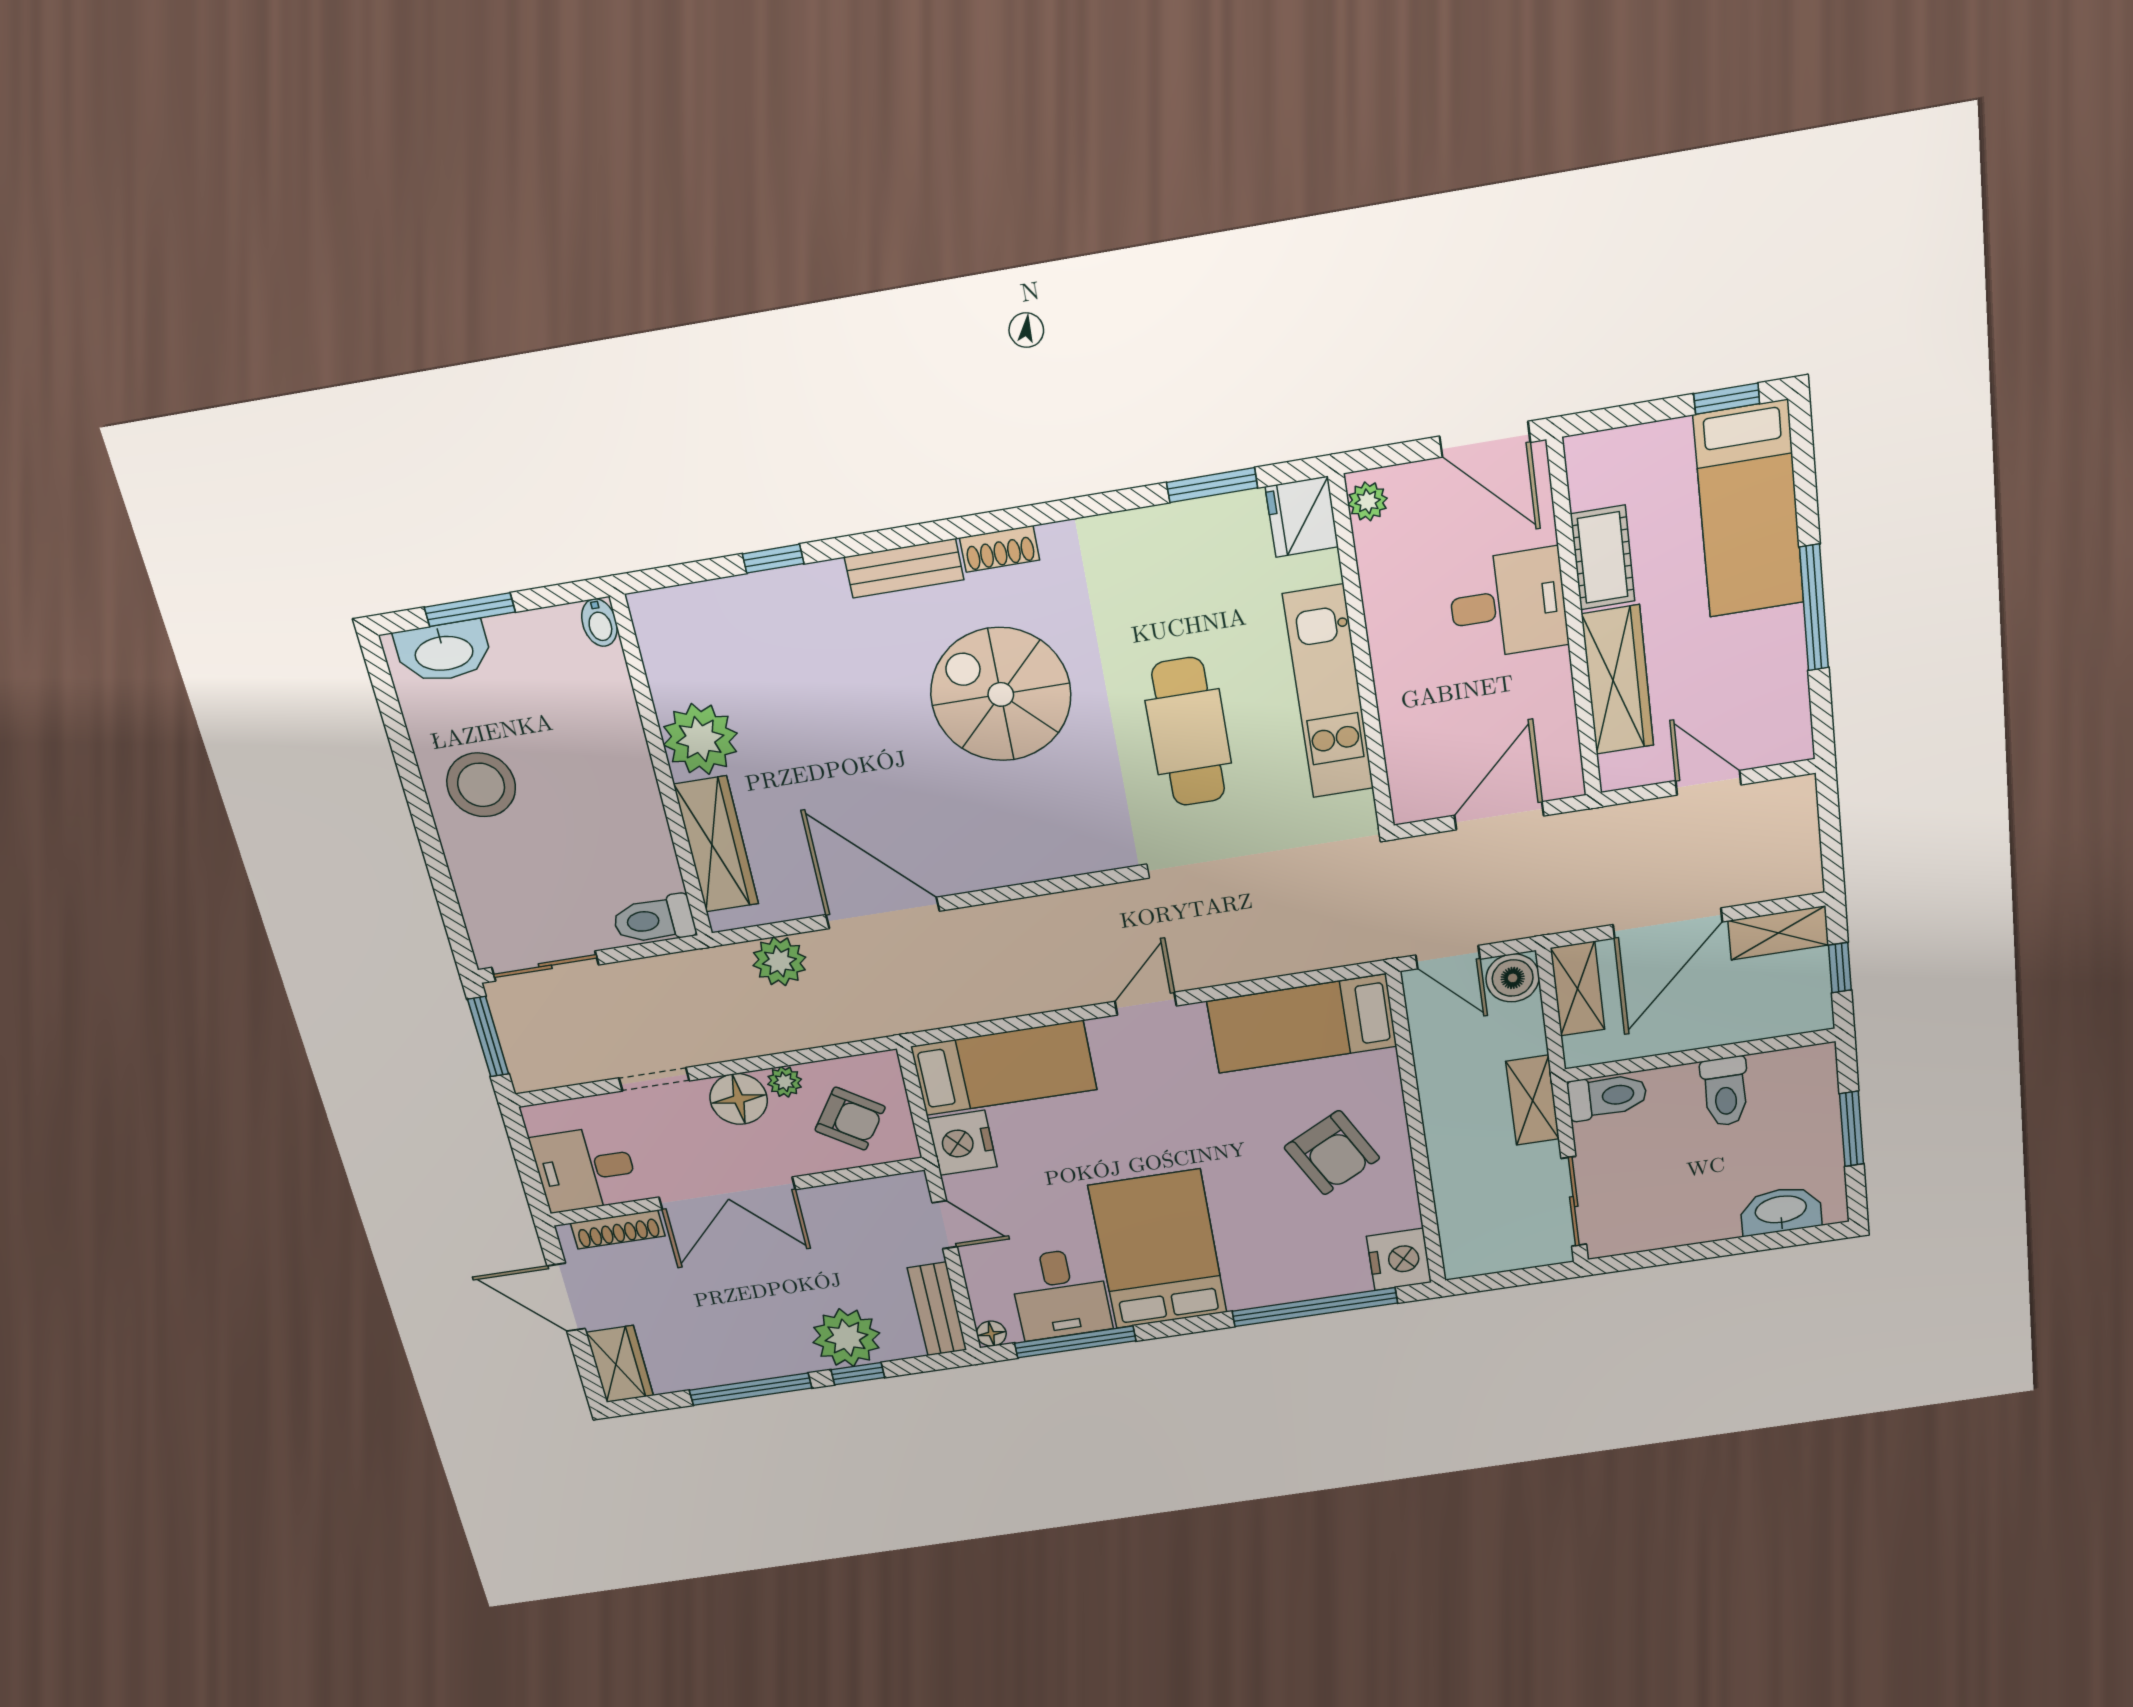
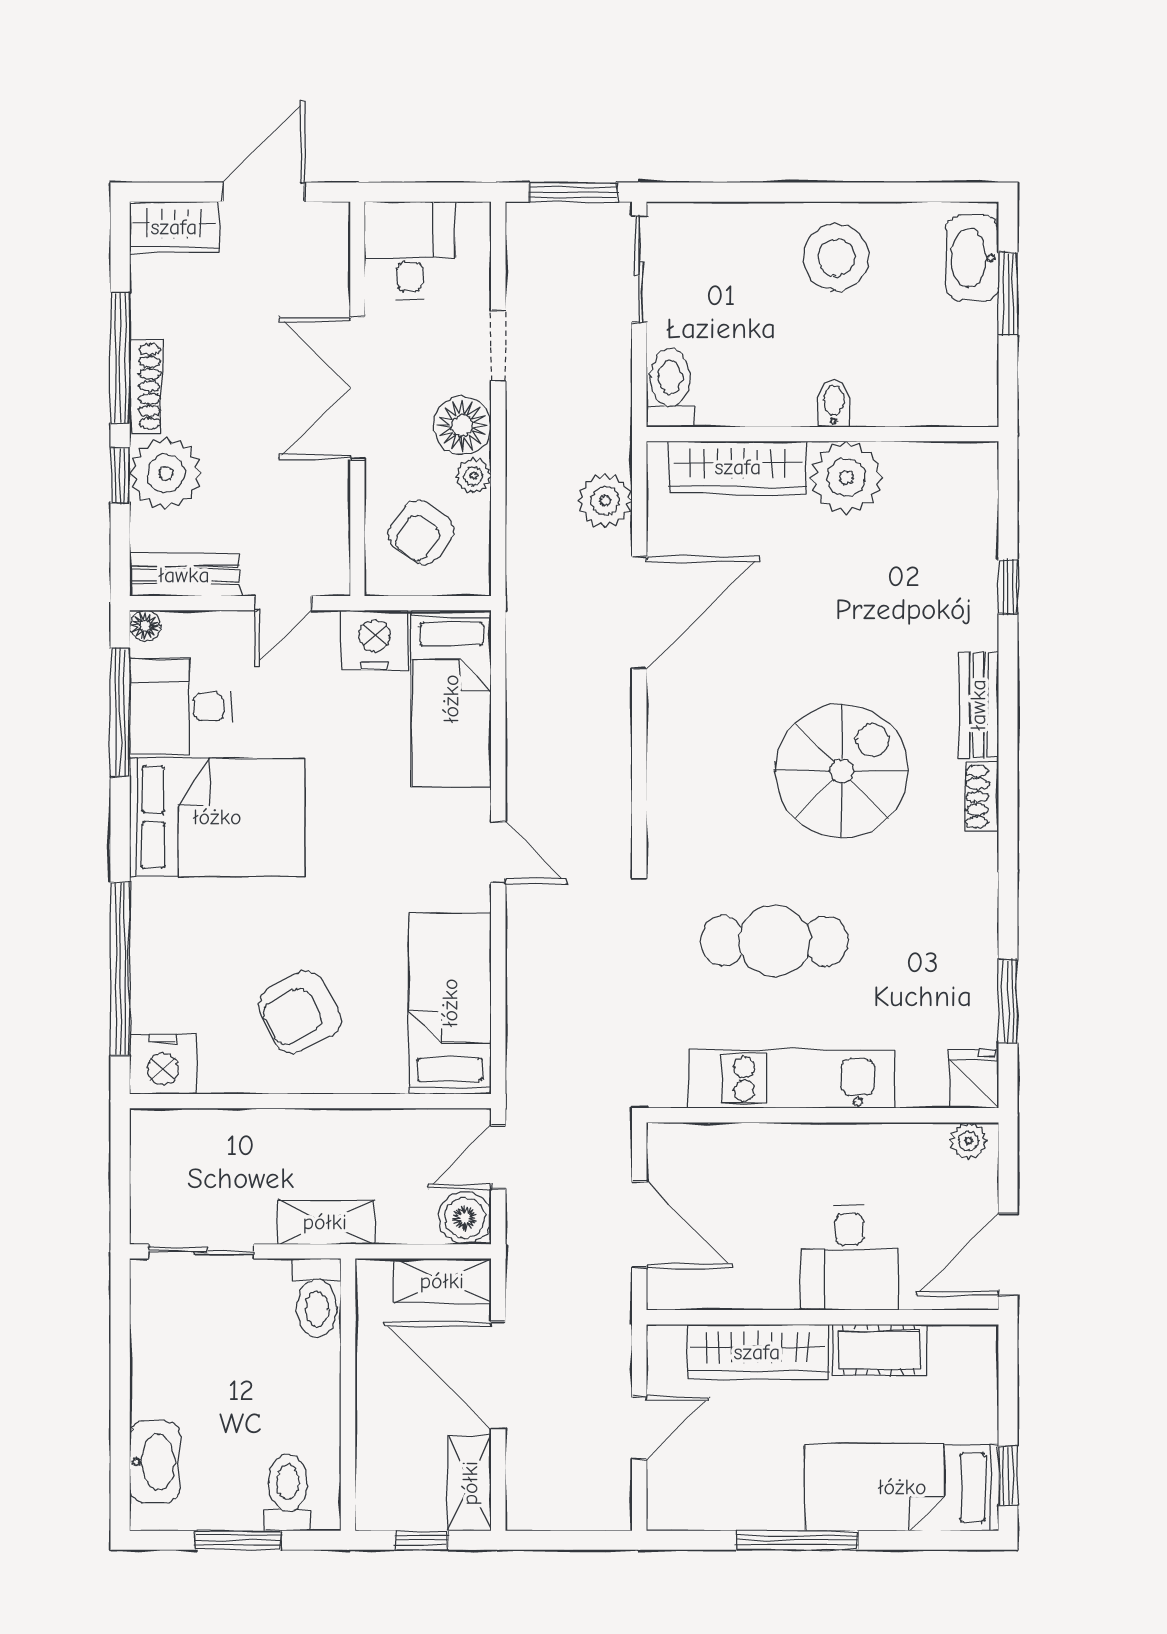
fridge: (1302, 517) -> (974, 1079), width x0.72
bidet: (599, 623) -> (834, 404), moved, turned 90
toilet: (1725, 1092) -> (288, 1493), moved, turned 90
shoe rack: (618, 1230) -> (145, 386), moved, turned 180

